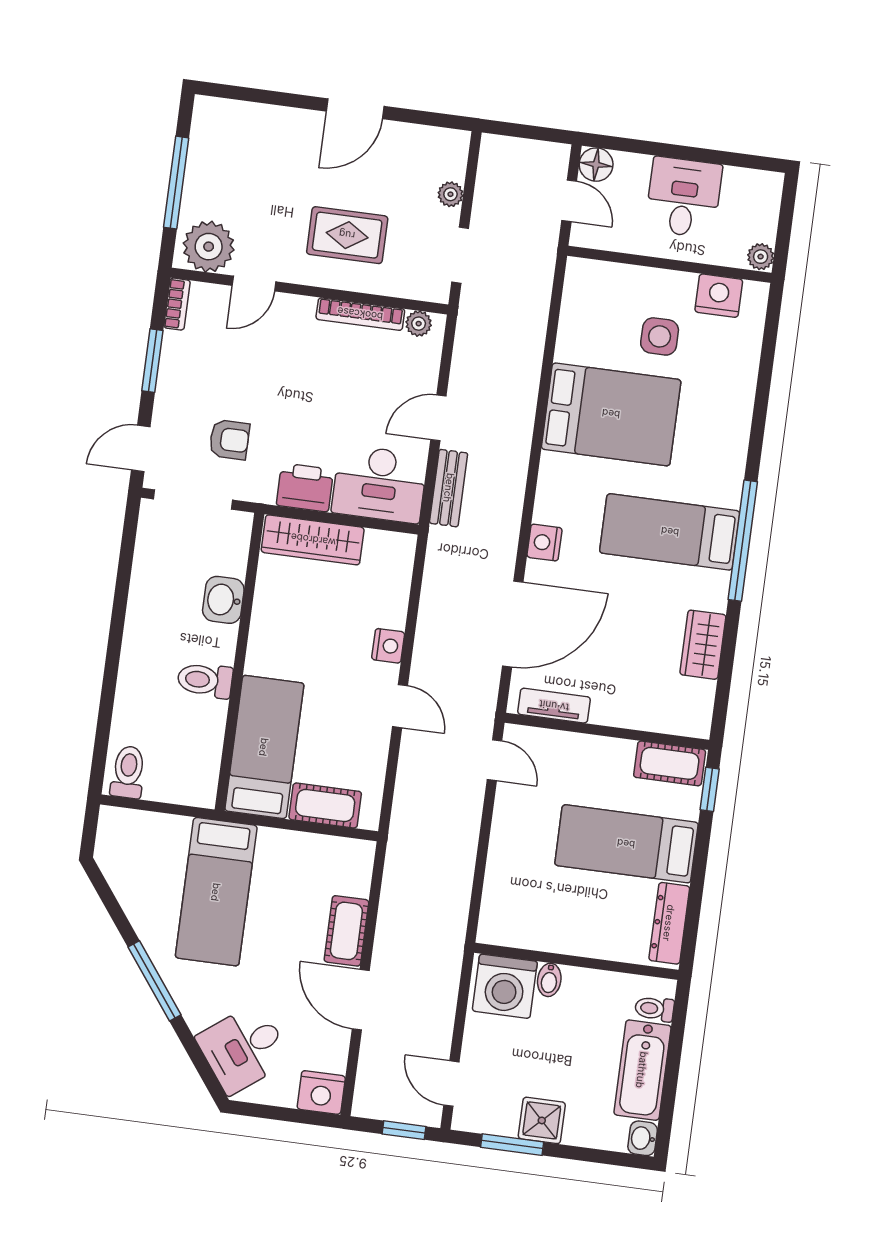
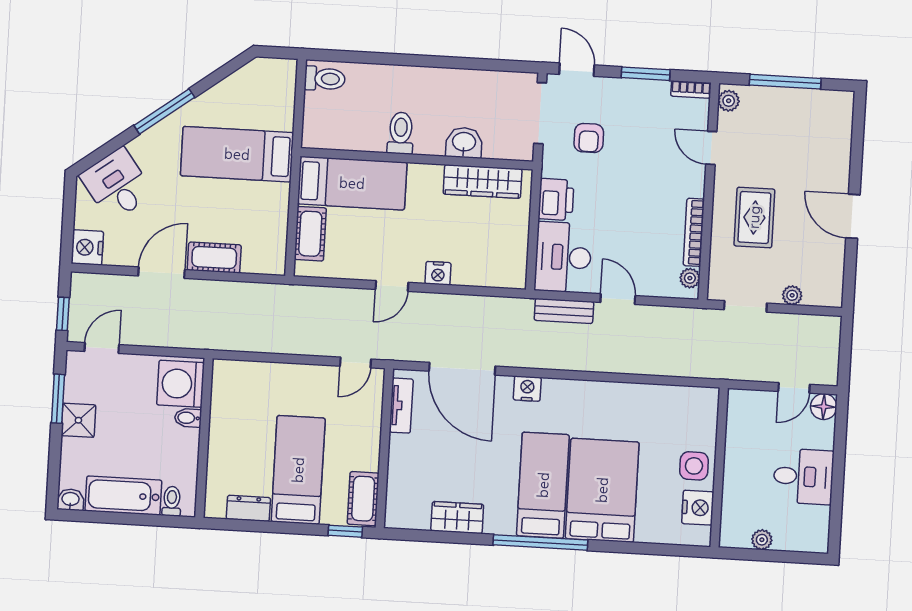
plant: (209, 247) -> (729, 101), width x0.53, depth x0.53
wall: (669, 264) -> (719, 467), moved
nightstand: (719, 296) -> (698, 508), moved
bed: (611, 414) -> (602, 490), moved, turned 180
wardrobe: (313, 540) -> (483, 181), moved, turned -90
dresser: (669, 923) -> (248, 508), width x0.70

